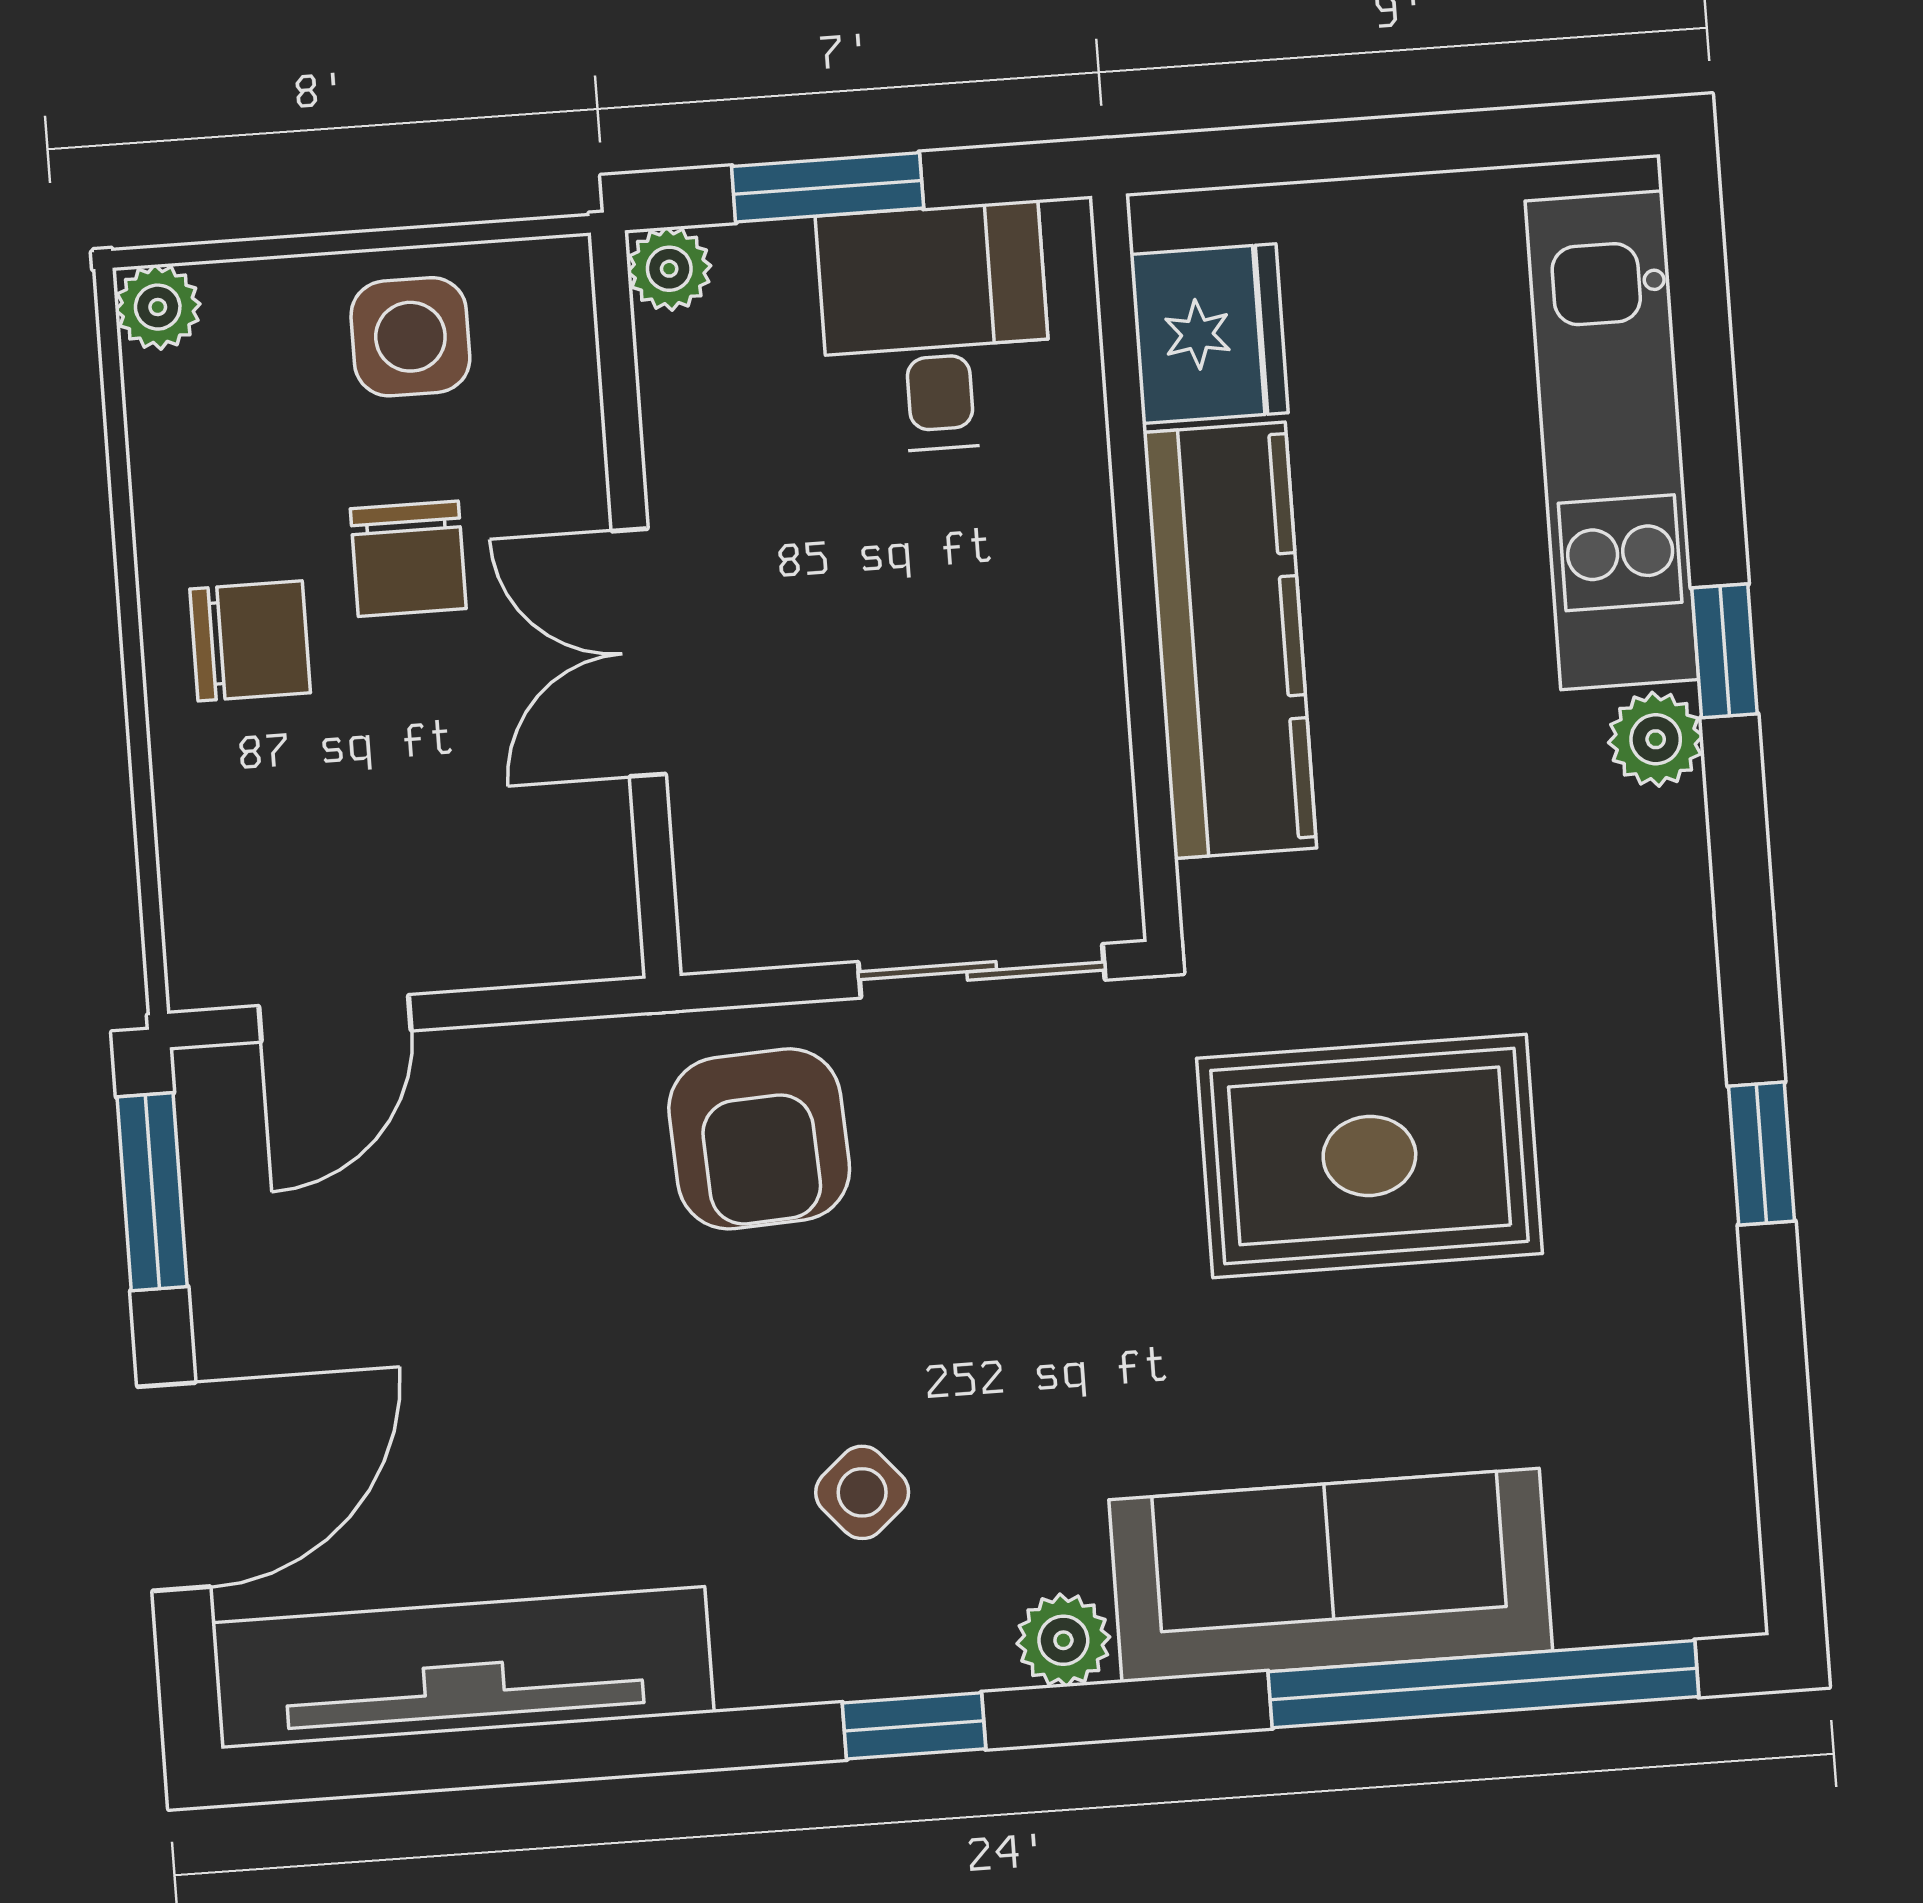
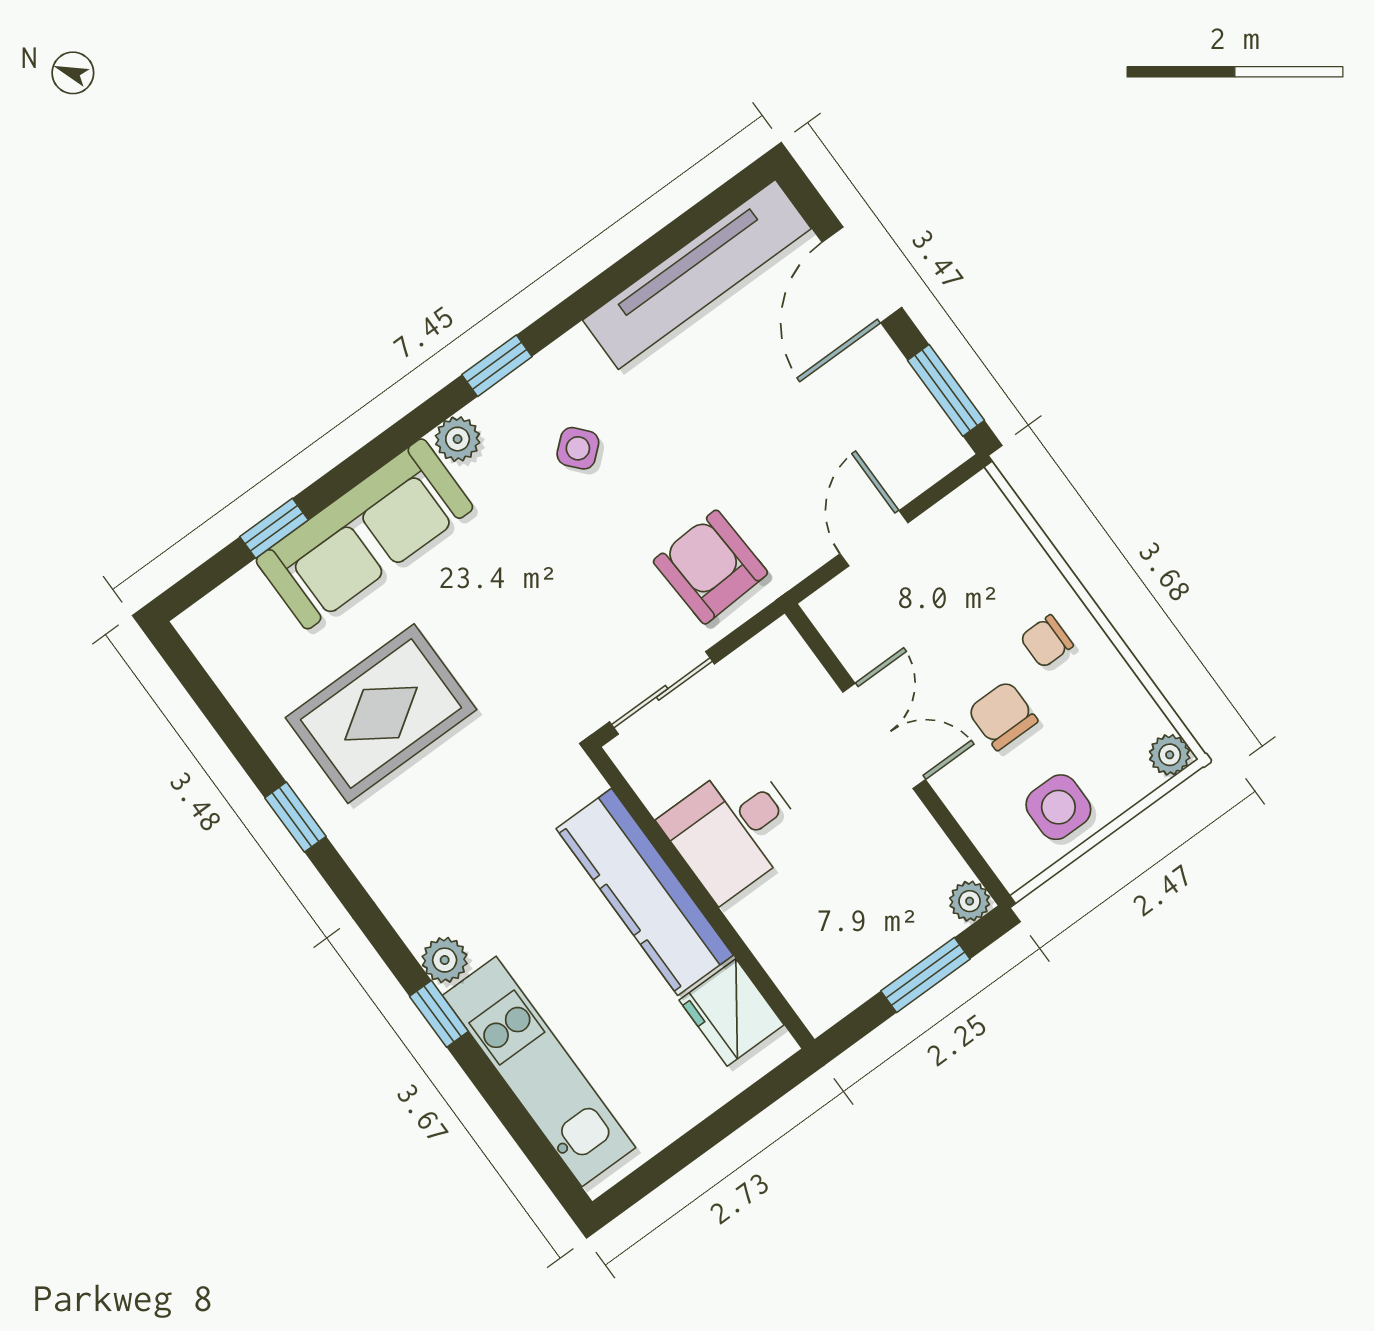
desk: (935, 328) -> (734, 829), moved, turned 90
chair: (250, 641) -> (1047, 641), width x0.73, depth x0.73
door: (335, 1018) -> (874, 538), moved
rug: (1369, 1156) -> (381, 714), moved
window: (1483, 1684) -> (274, 528), width x0.32

